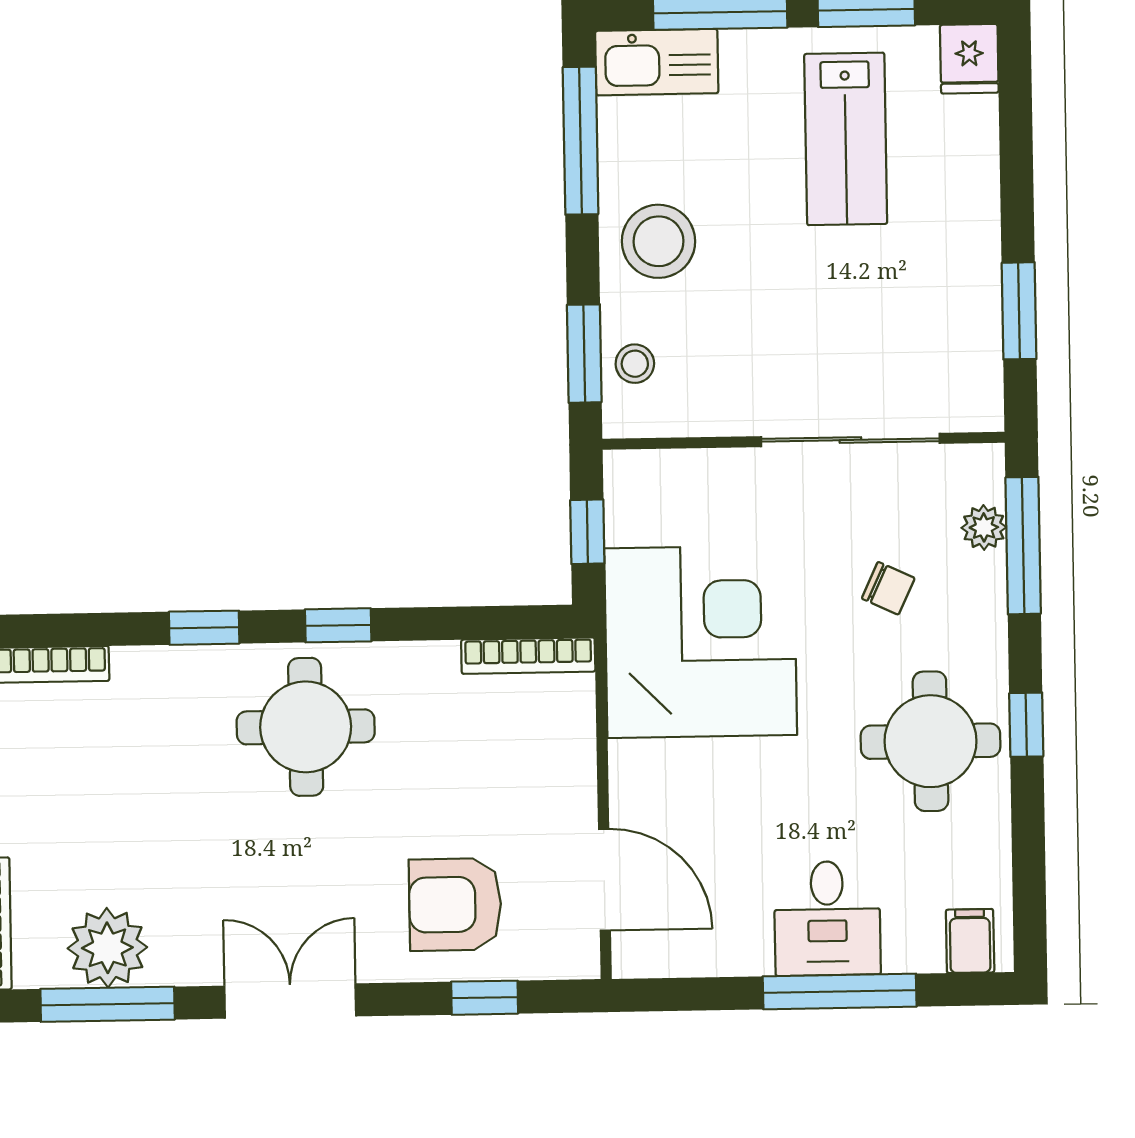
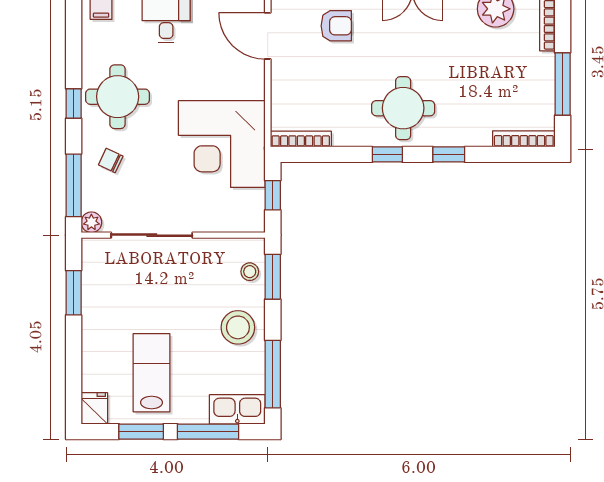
plant: (984, 527) -> (91, 222), moved
chair: (888, 588) -> (111, 161), moved
armchair: (455, 904) -> (336, 26), width x0.72, depth x0.72

